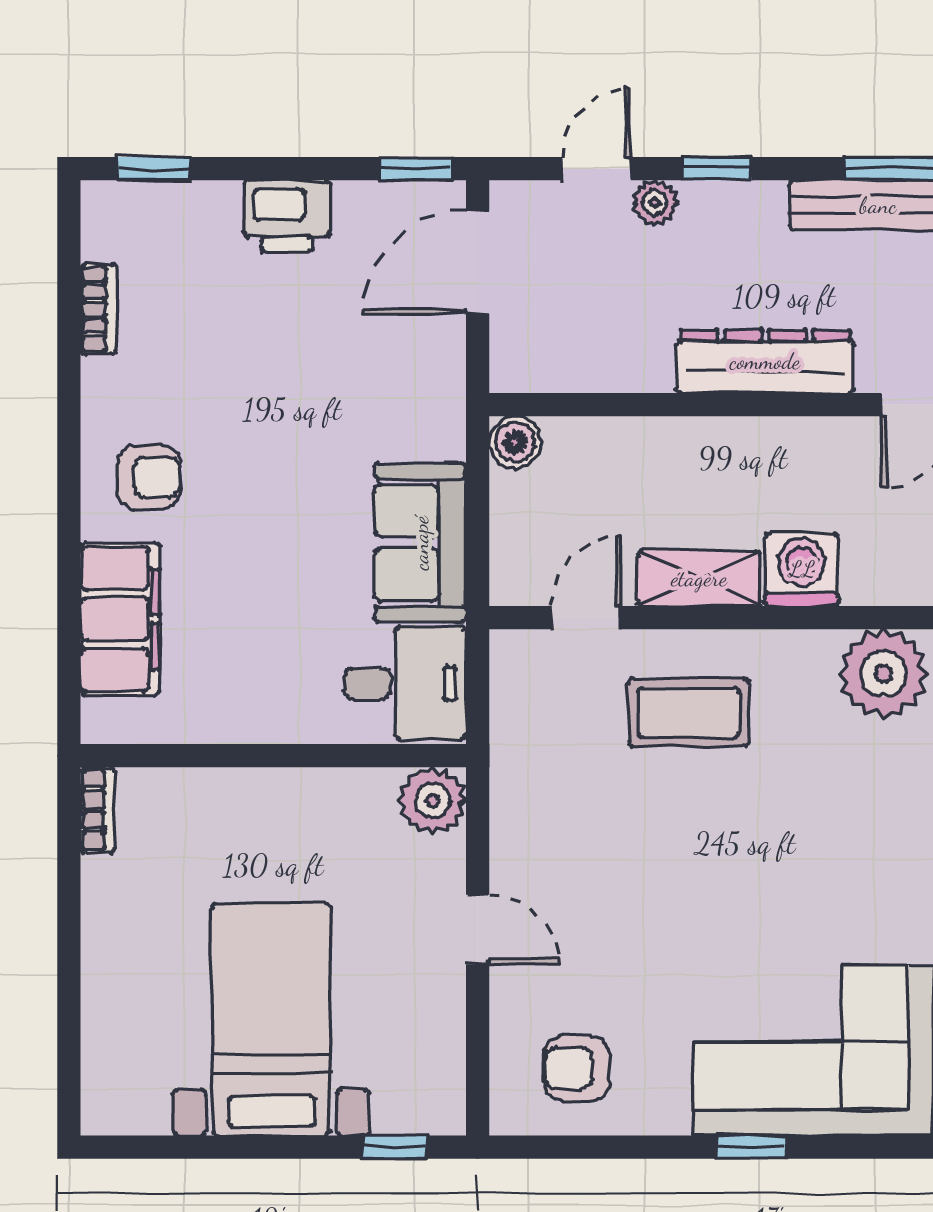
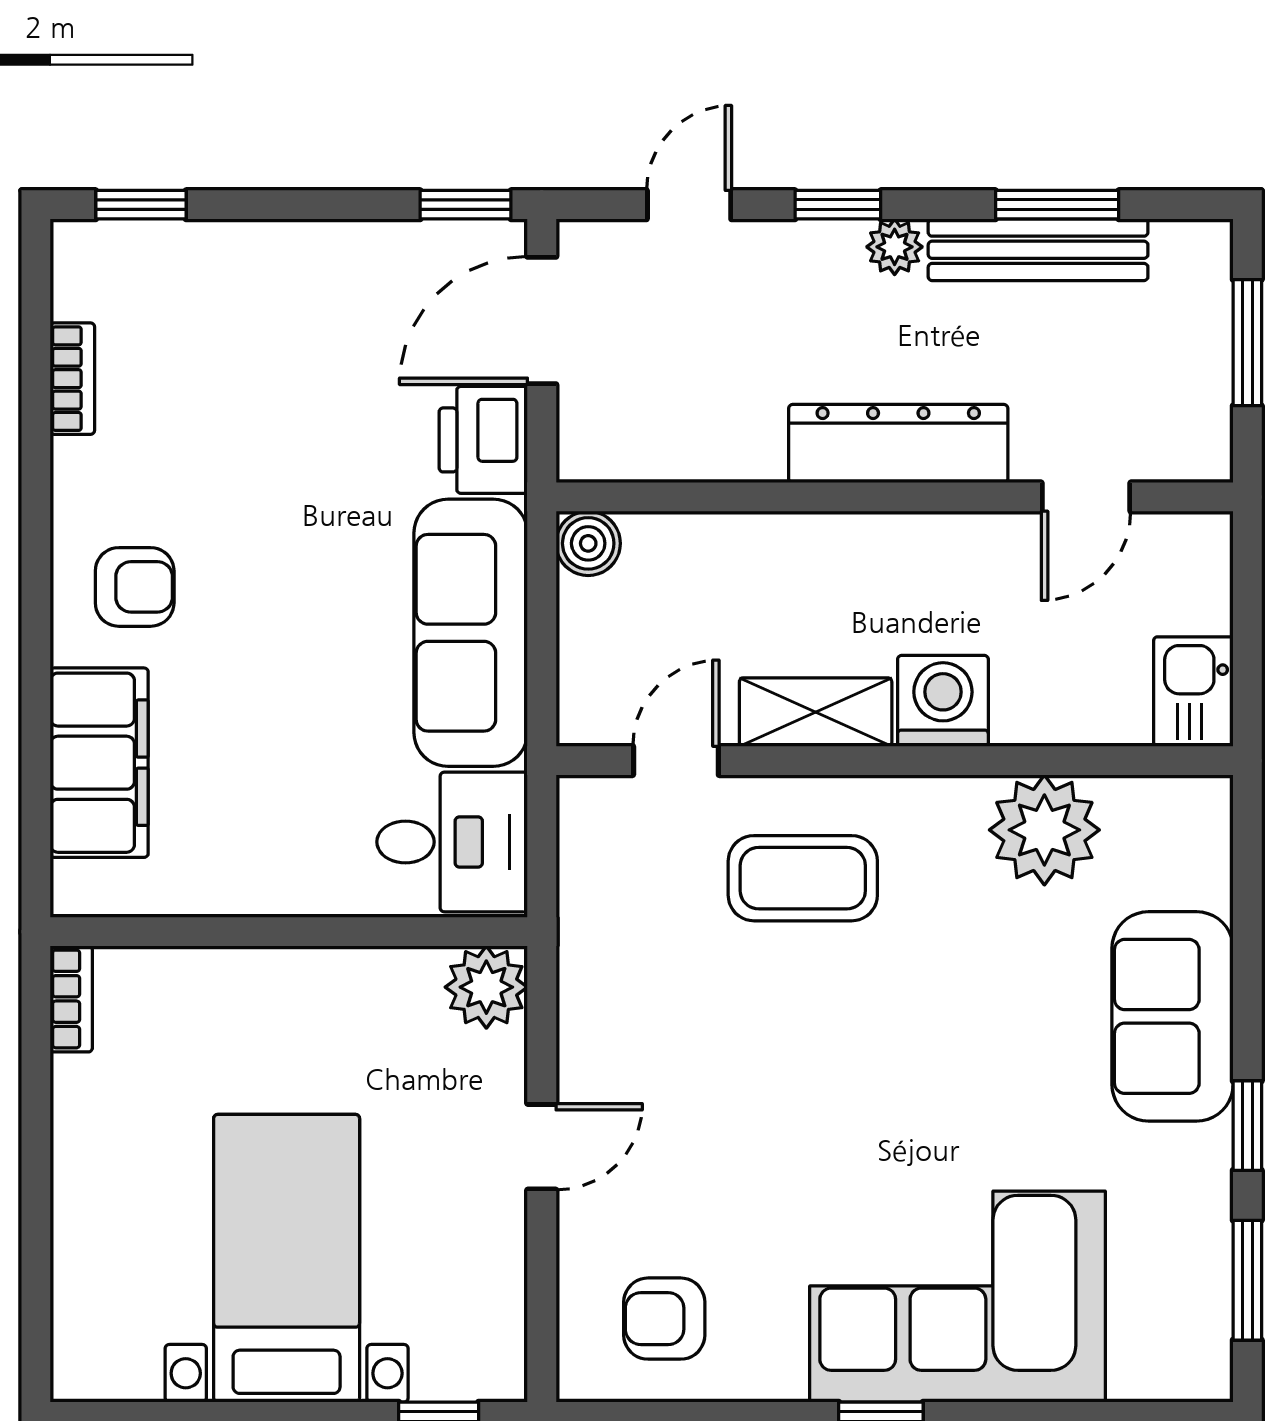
plant: (655, 203) -> (895, 247), moved
printer: (287, 216) -> (483, 440), moved, turned 90
sofa: (420, 543) -> (471, 633), width x1.36
door: (478, 929) -> (542, 1147), hinge flipped

